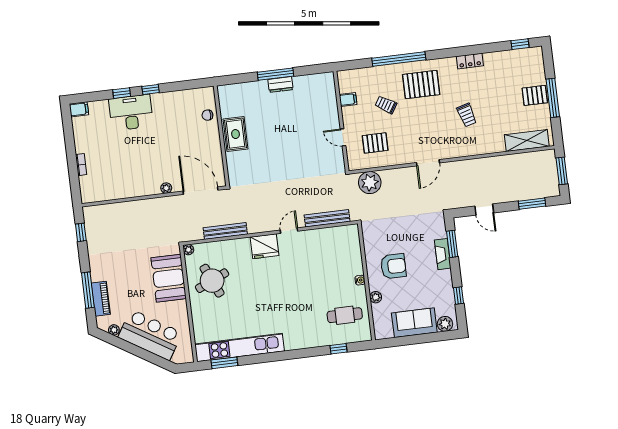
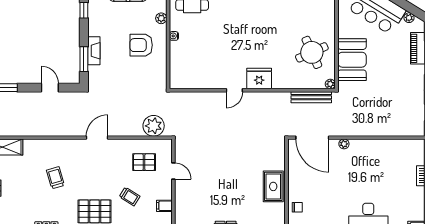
bench: (327, 218) -> (197, 97), removed
bench: (225, 231) -> (311, 97), moved

